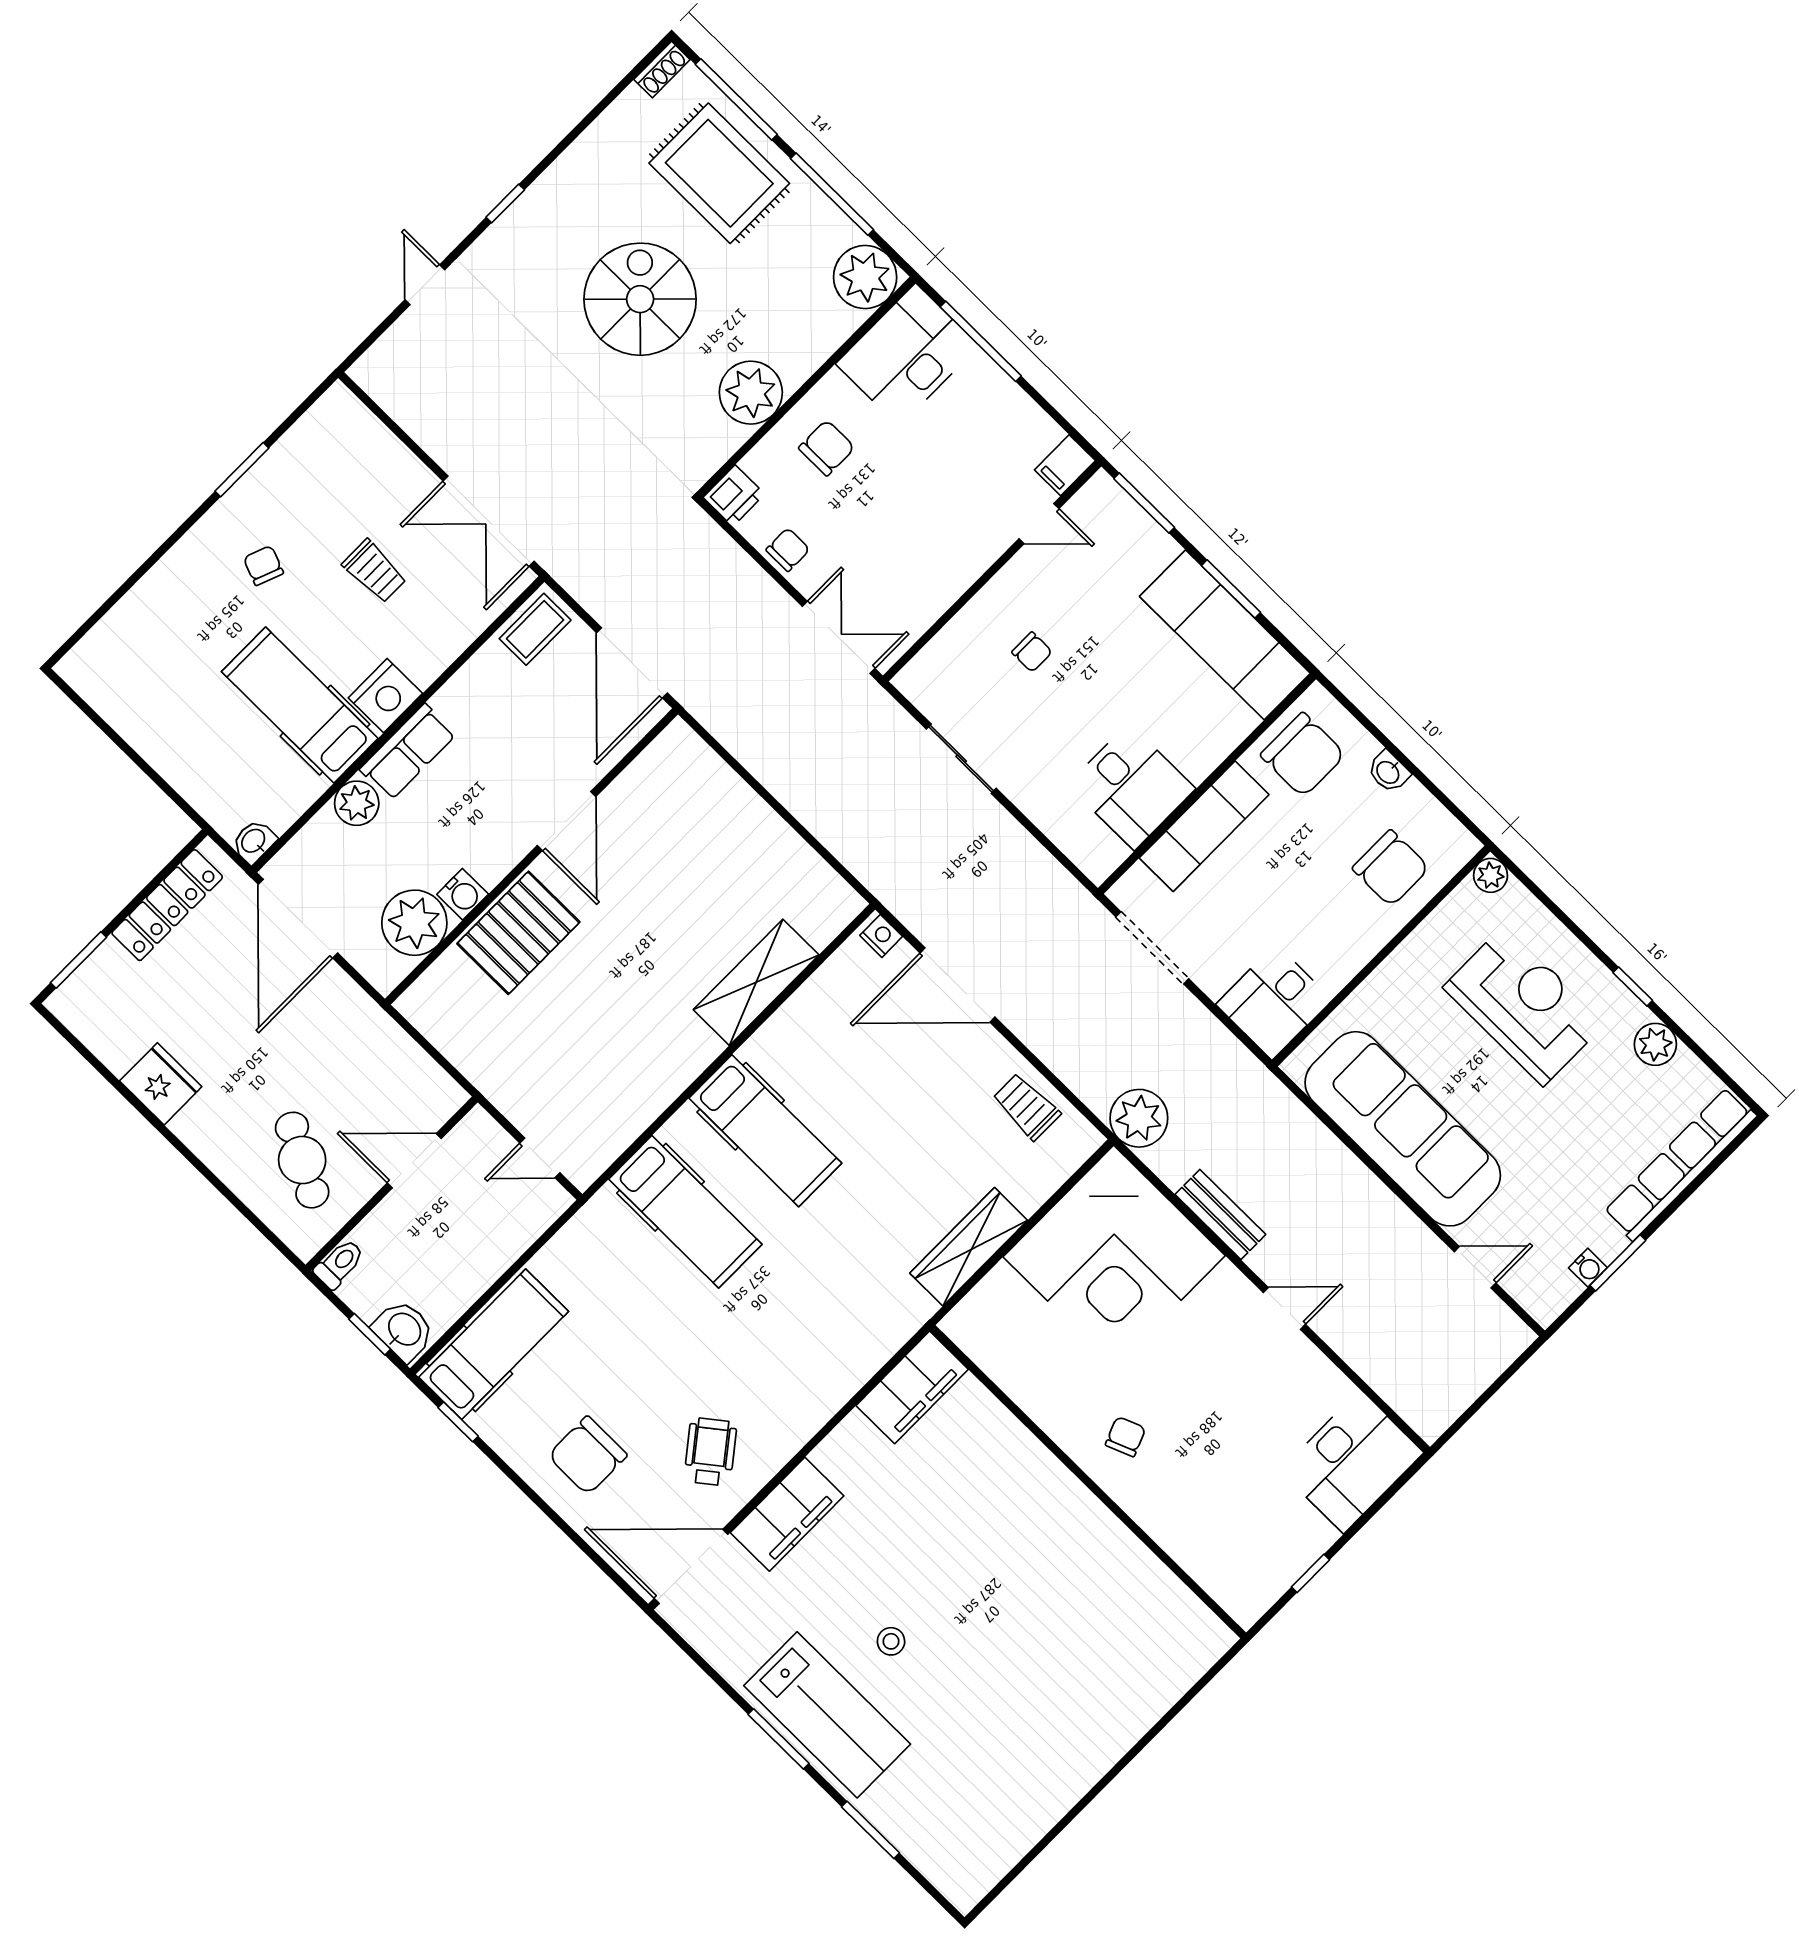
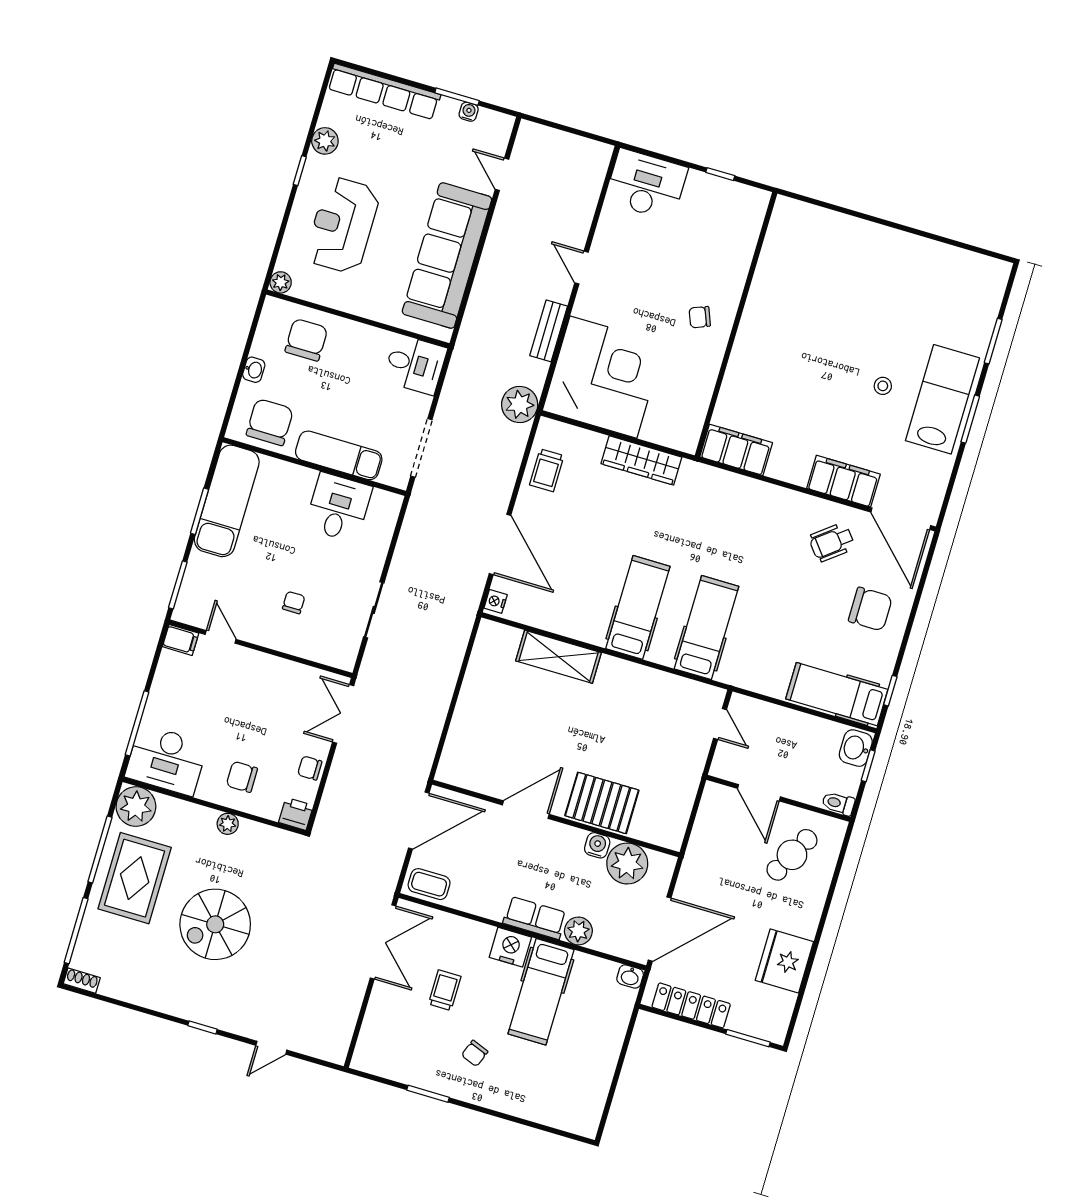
rug: (719, 173) -> (135, 878), moved
plant: (751, 393) -> (228, 824), width x0.53, depth x0.53
fridge: (161, 1084) -> (784, 961), width x1.36, depth x1.34

